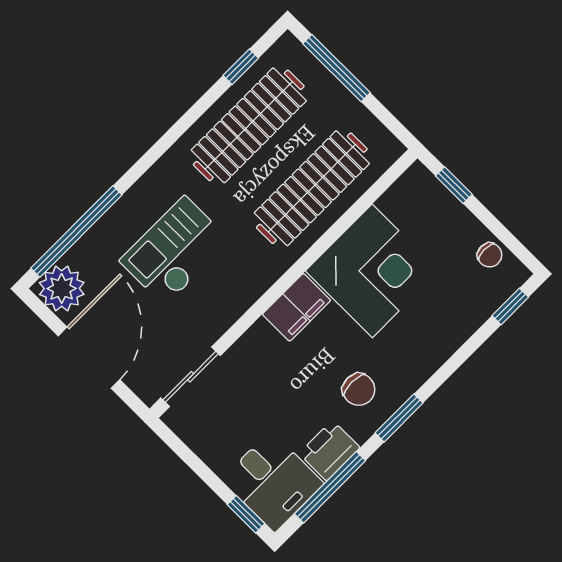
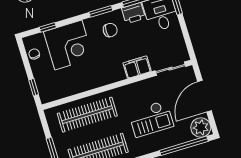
corner desk: (372, 271) -> (68, 45), moved, turned 180
window: (510, 306) -> (48, 27), moved
filing cabinet: (297, 307) -> (137, 67), moved
chair: (359, 389) -> (110, 30), turned 90

